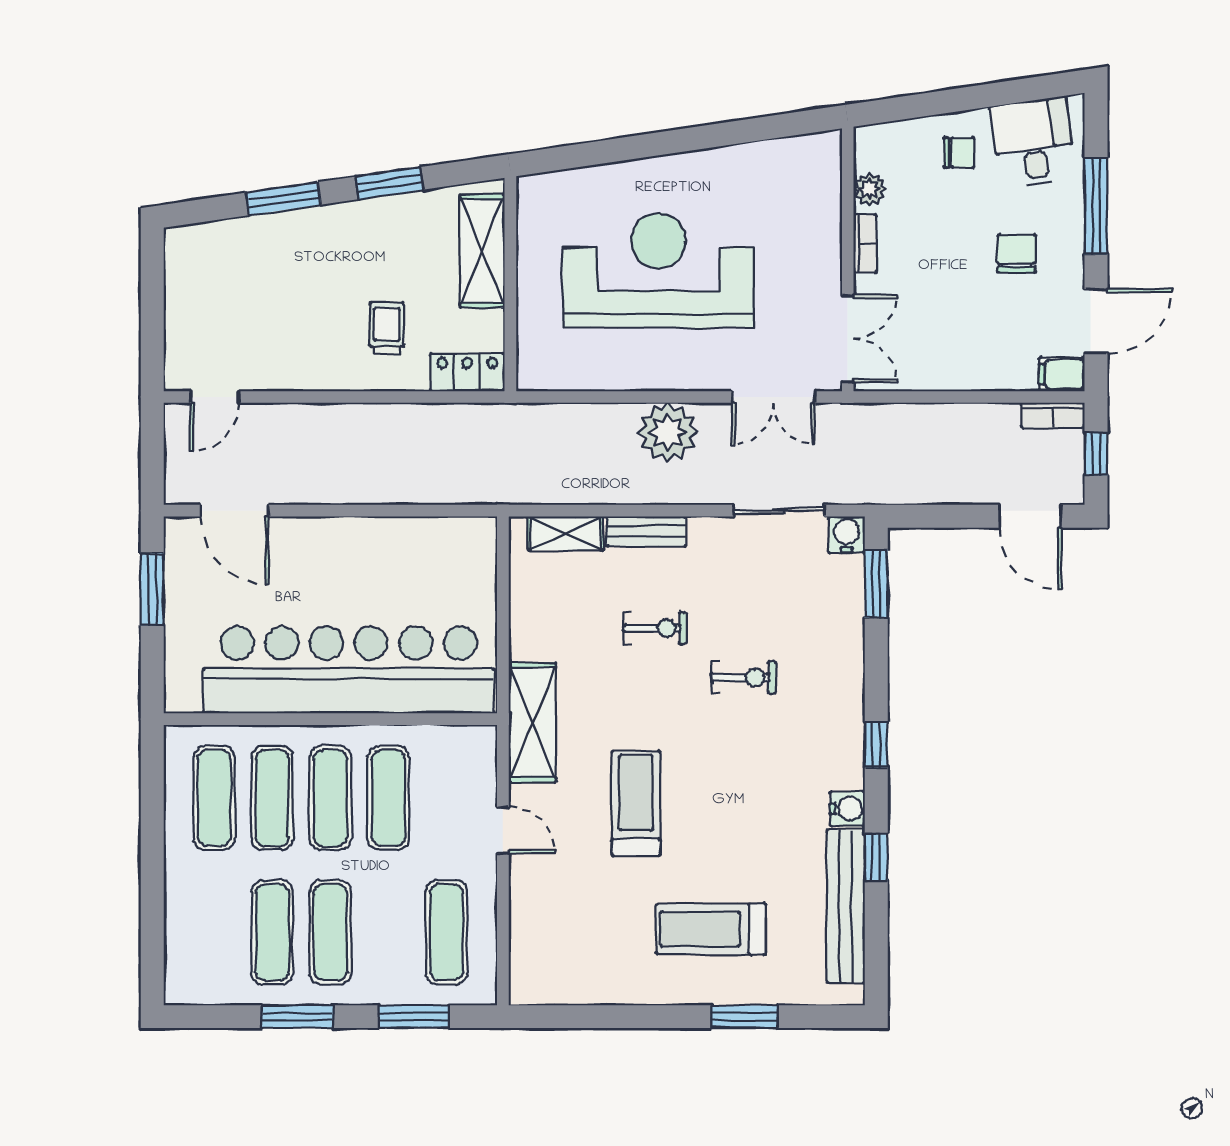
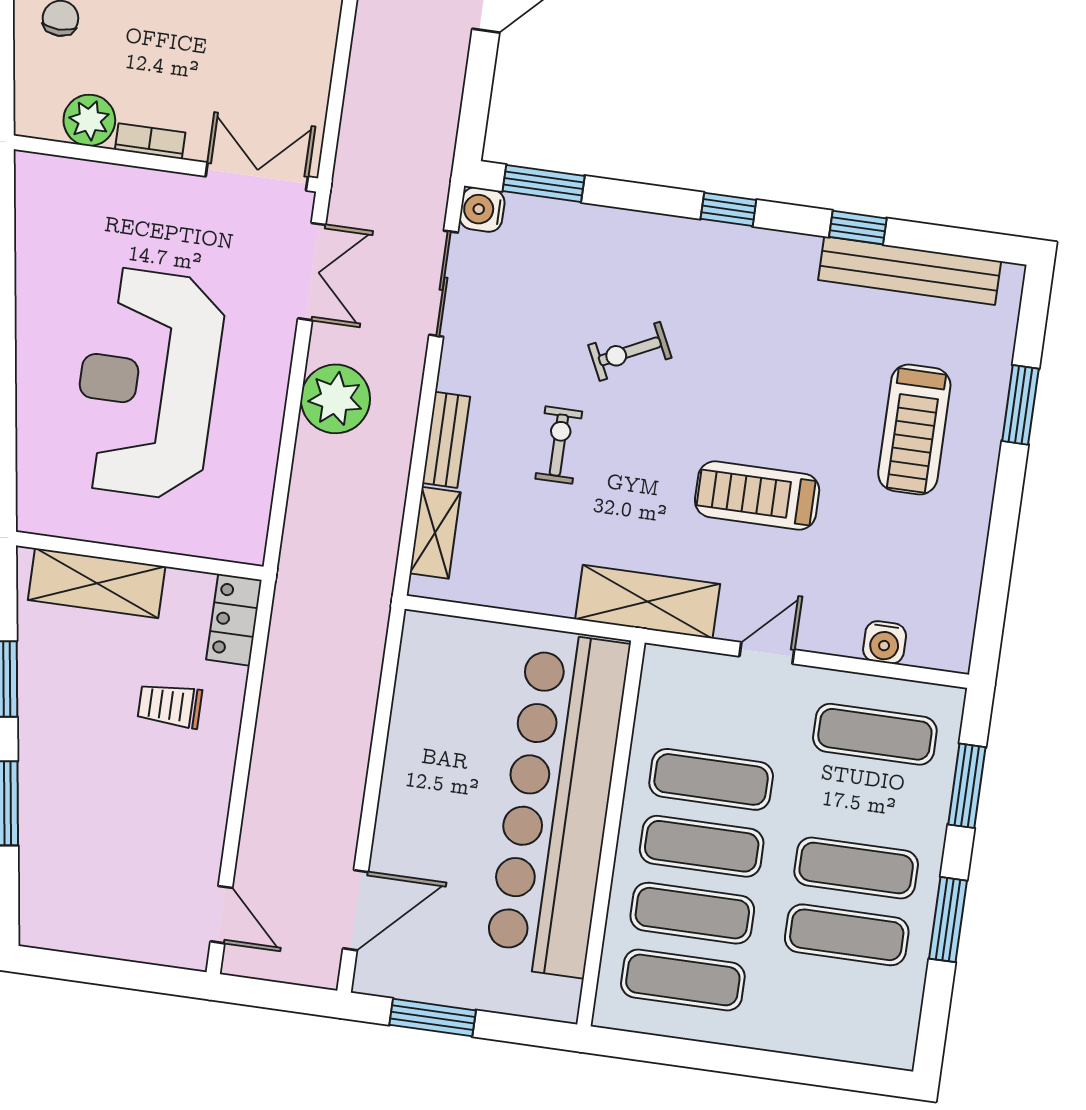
plant: (870, 189) -> (89, 120), width x1.38, depth x1.38
exercise bike: (743, 677) -> (630, 351), turned -116
water cooler: (847, 809) -> (885, 642), moved, turned 180

